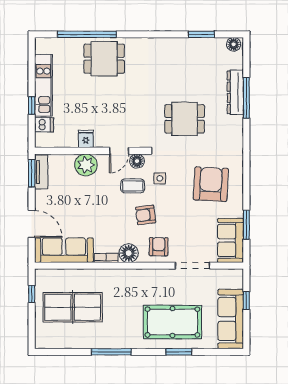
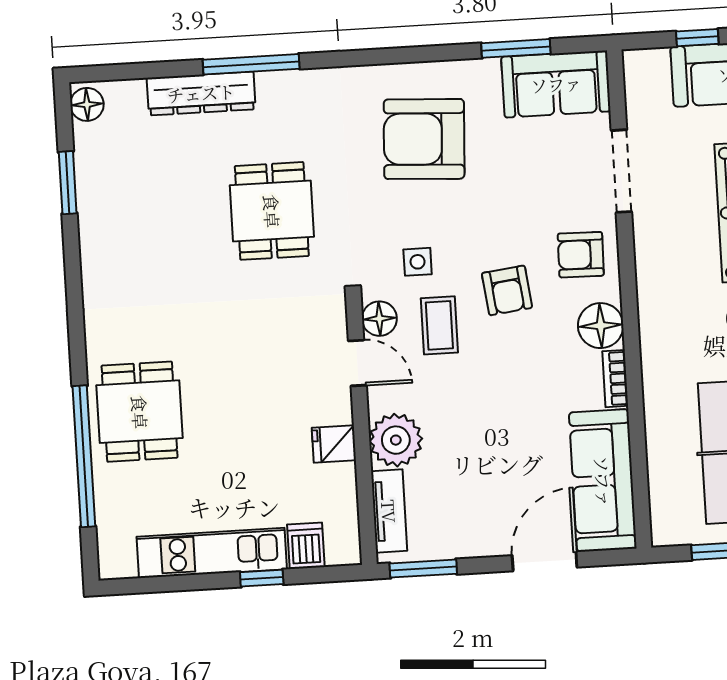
window: (246, 98) -> (251, 64), moved
tv unit: (41, 172) -> (389, 511), moved, turned 90

